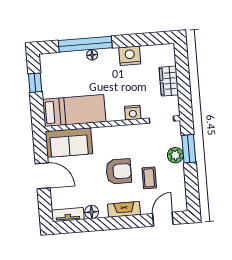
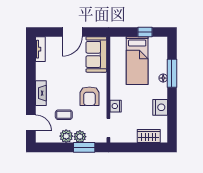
window: (85, 44) -> (172, 73), width x0.68
wardrobe: (169, 81) -> (149, 136), moved
bed: (74, 111) -> (137, 61), moved
armchair: (119, 171) -> (89, 96), moved
plant: (176, 173) -> (66, 136), added
floor lamp: (92, 212) -> (41, 68), removed

